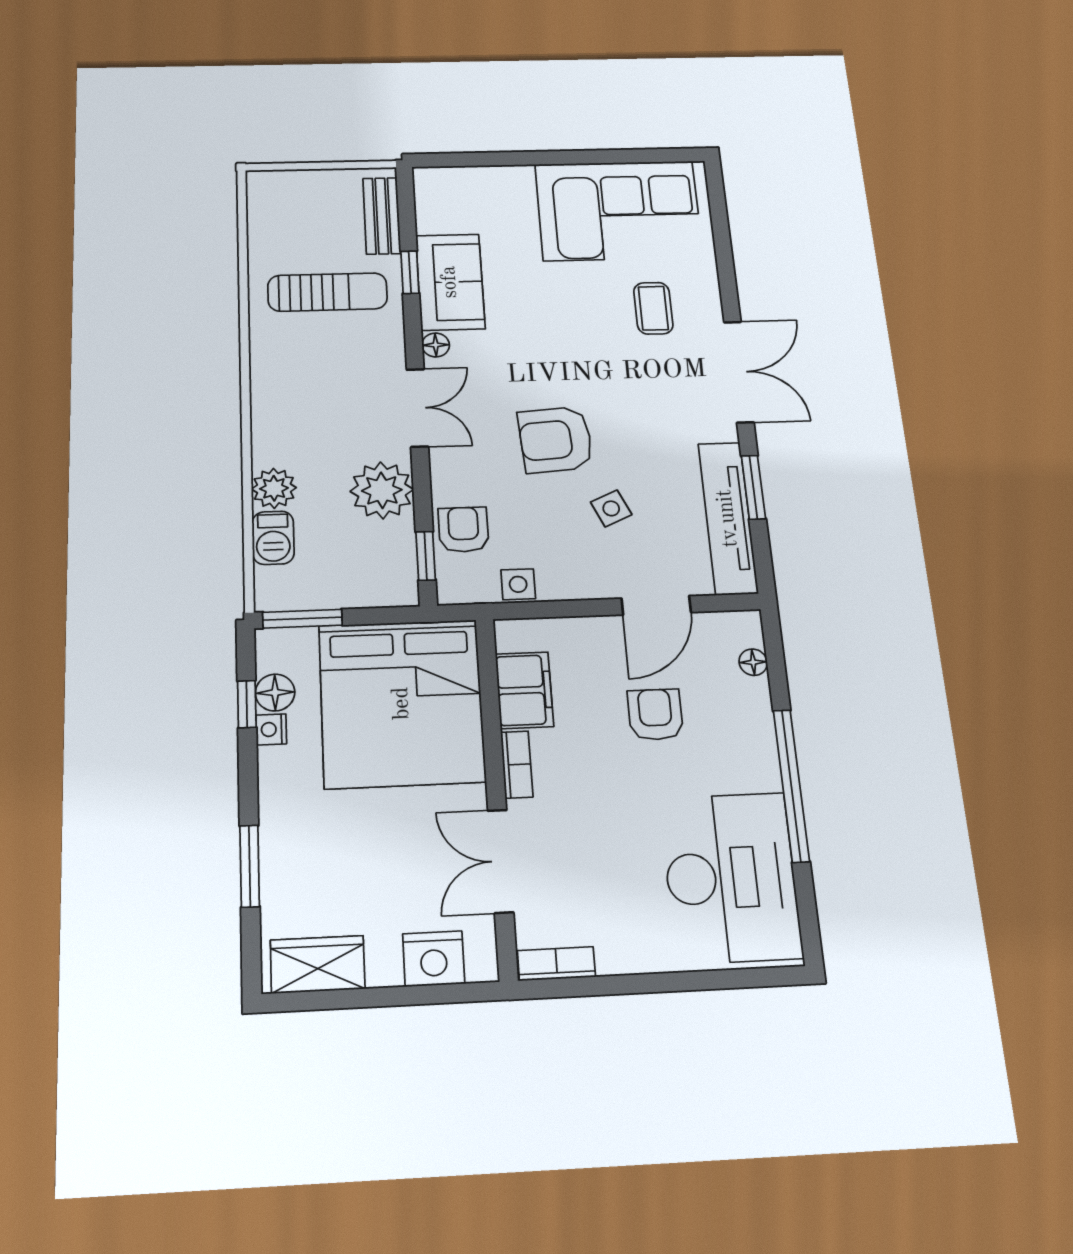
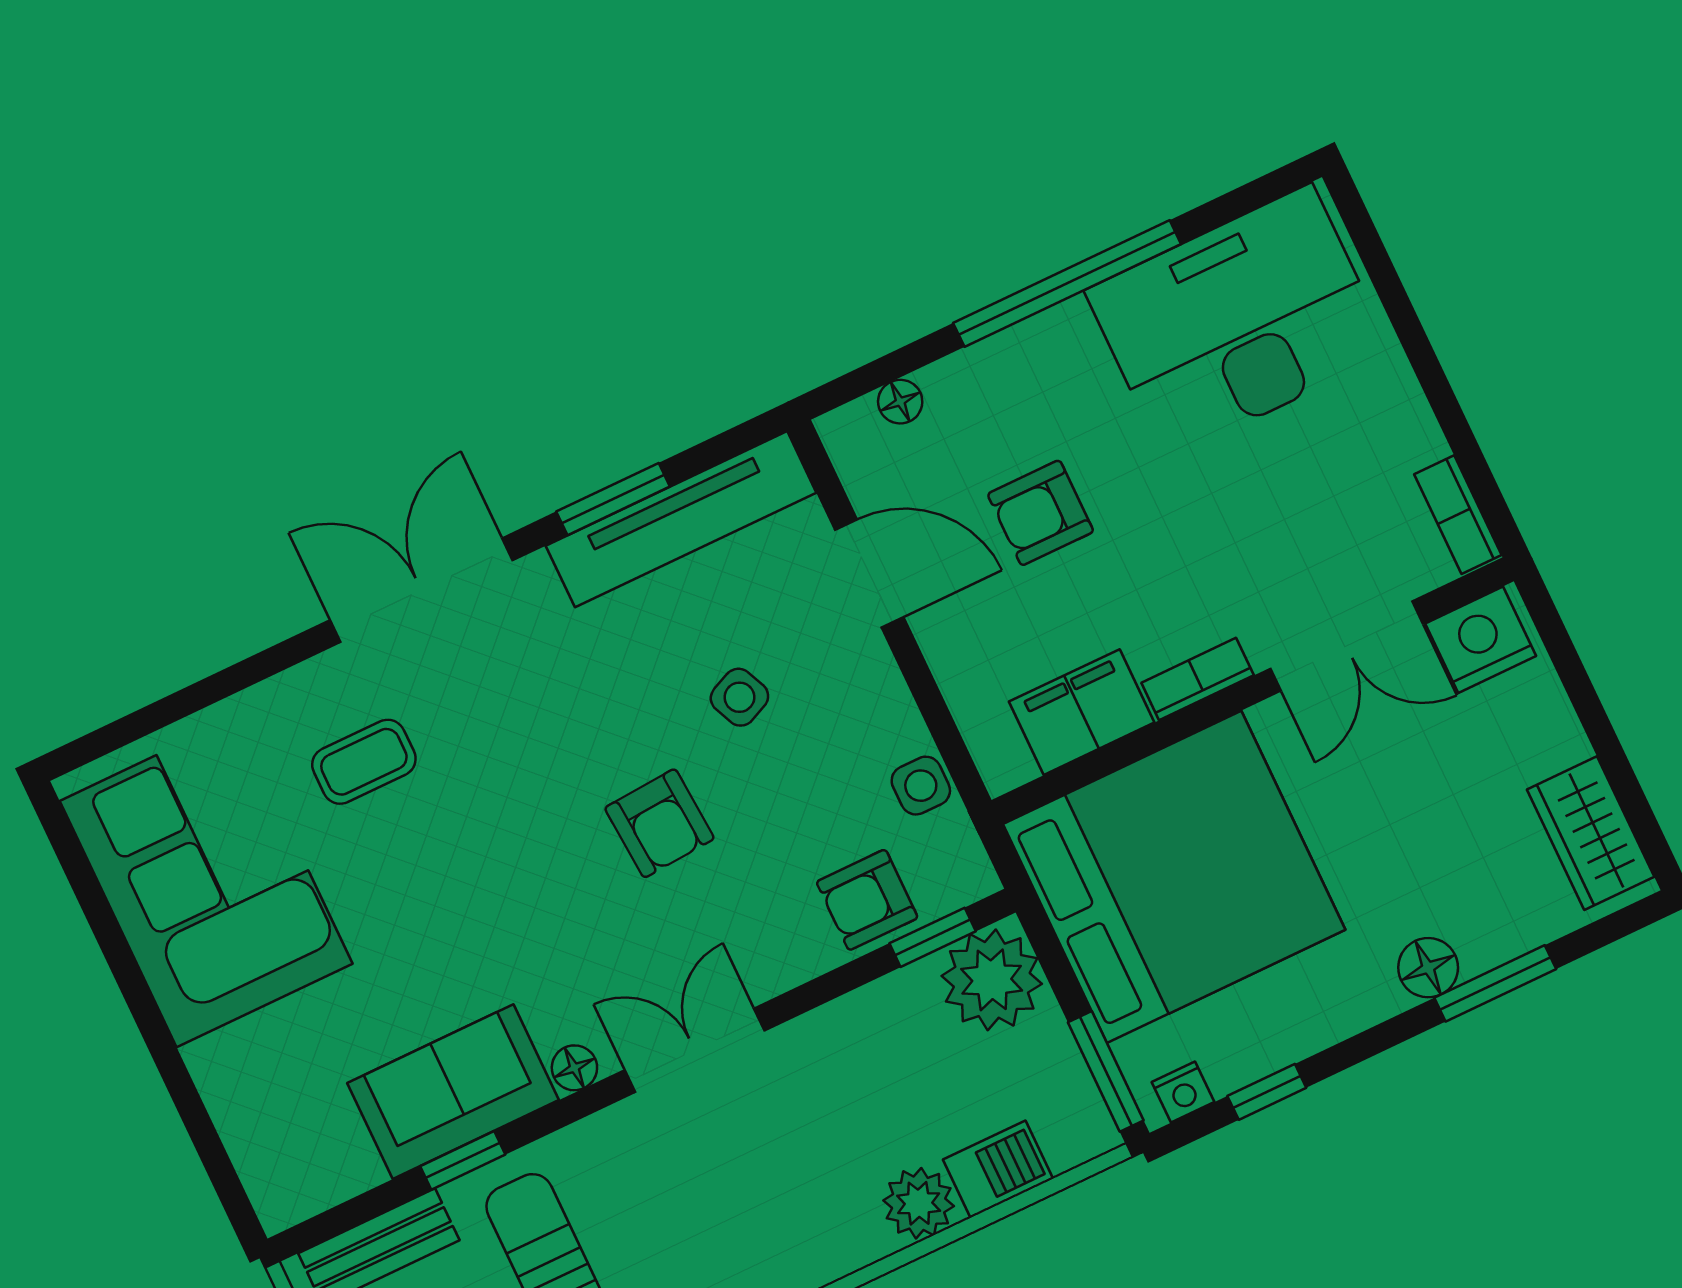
armchair: (556, 440) -> (659, 823), width x0.72, depth x0.72
plant: (382, 490) -> (992, 980), moved
floor lamp: (275, 693) -> (1428, 968), moved
nightstand: (271, 729) -> (1183, 1092), moved
nightstand: (434, 959) -> (1481, 640), moved, turned -90

